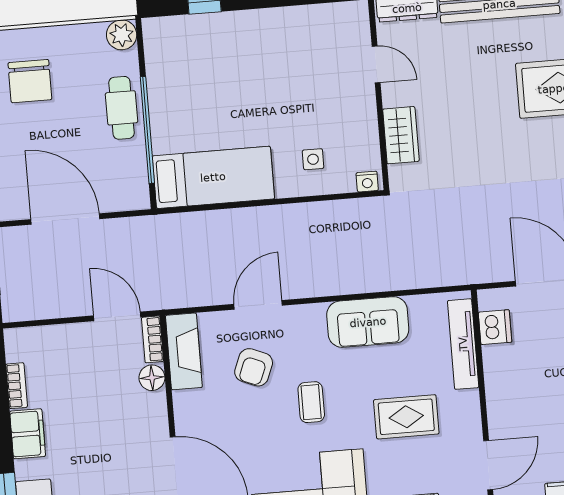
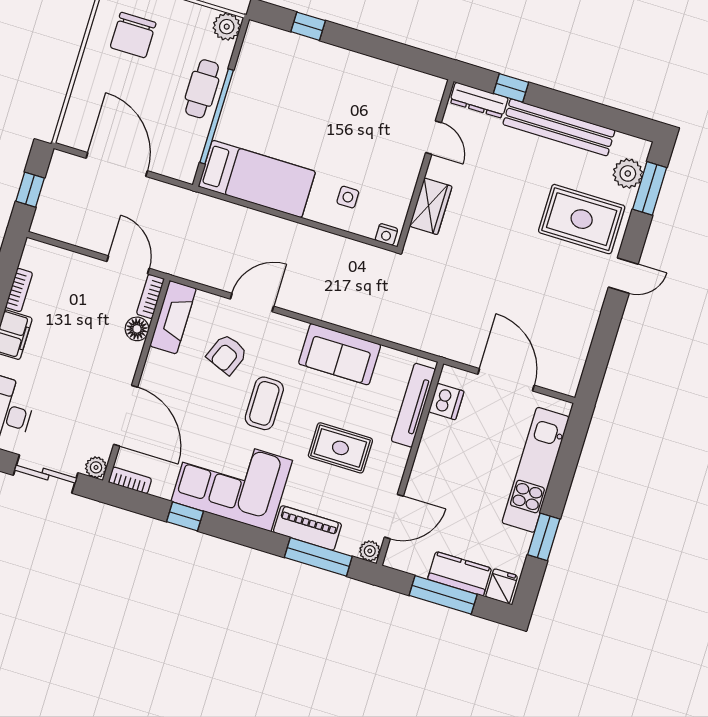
coffee table: (311, 402) -> (264, 403), width x1.36, depth x1.30

